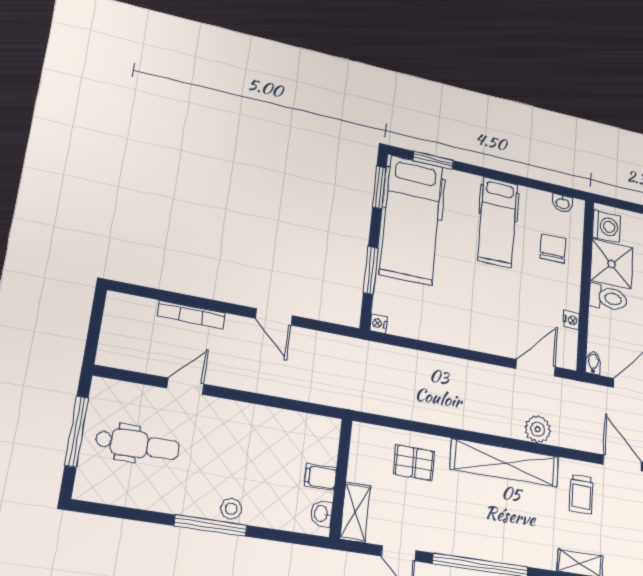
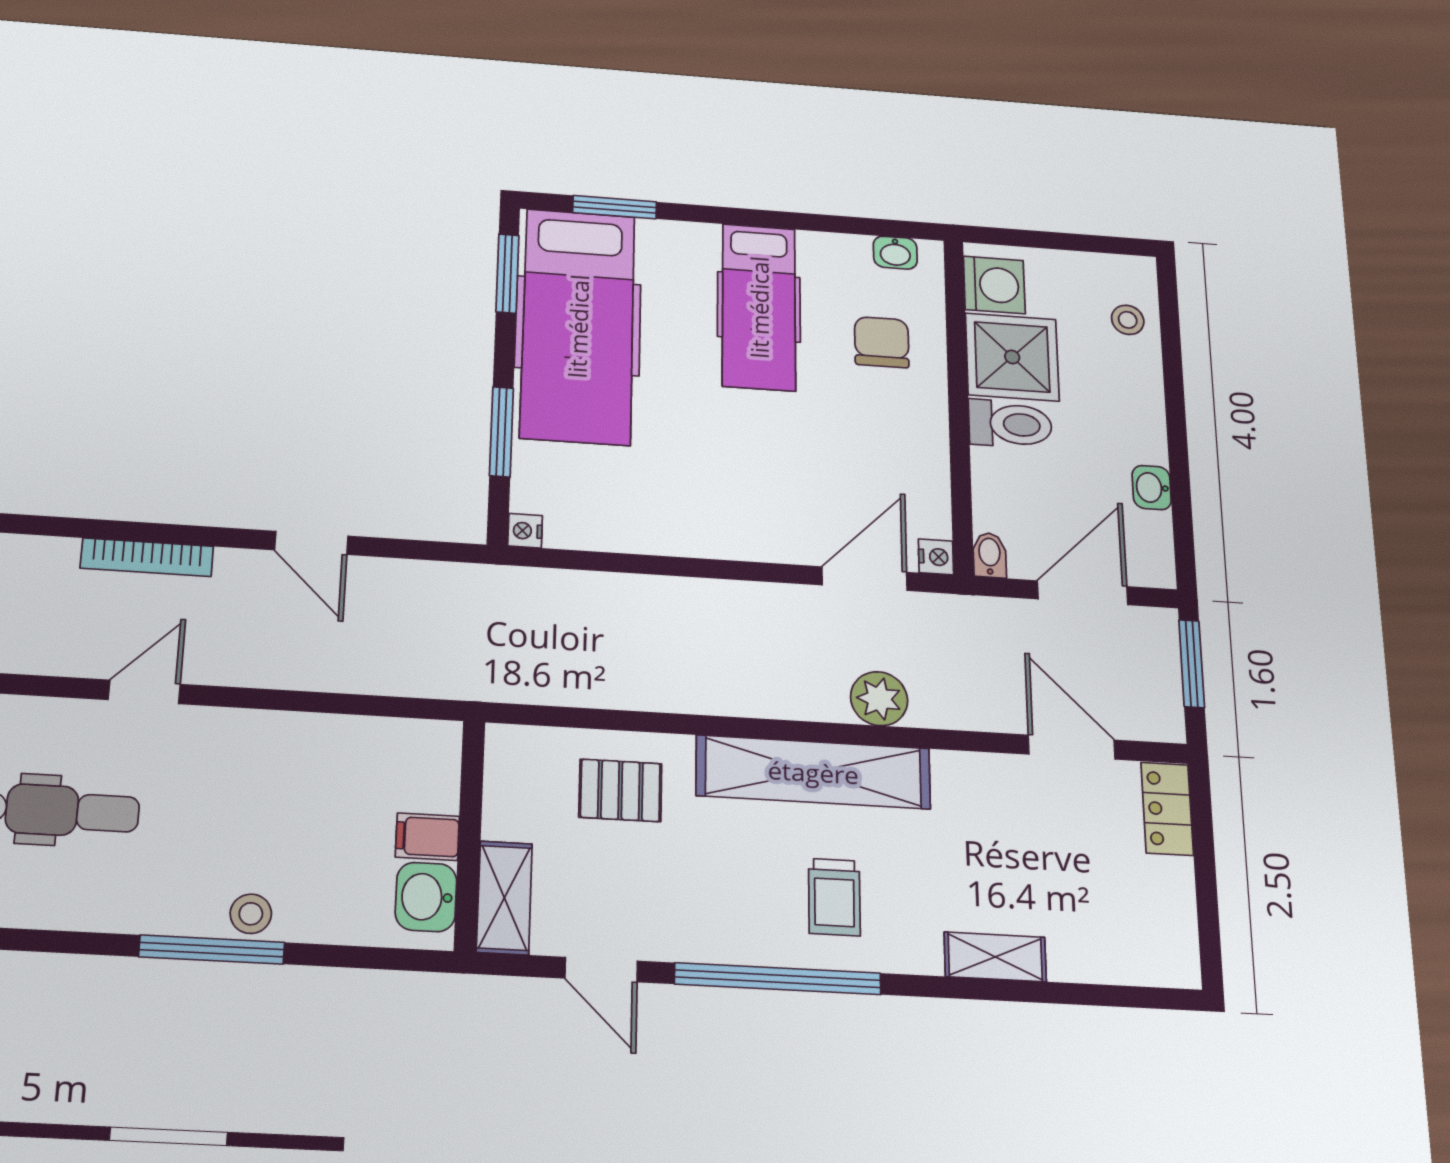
nightstand: (571, 320) -> (936, 557), moved
trolley: (581, 494) -> (834, 897), moved
washbasin: (321, 514) -> (426, 897), width x1.38, depth x1.45

